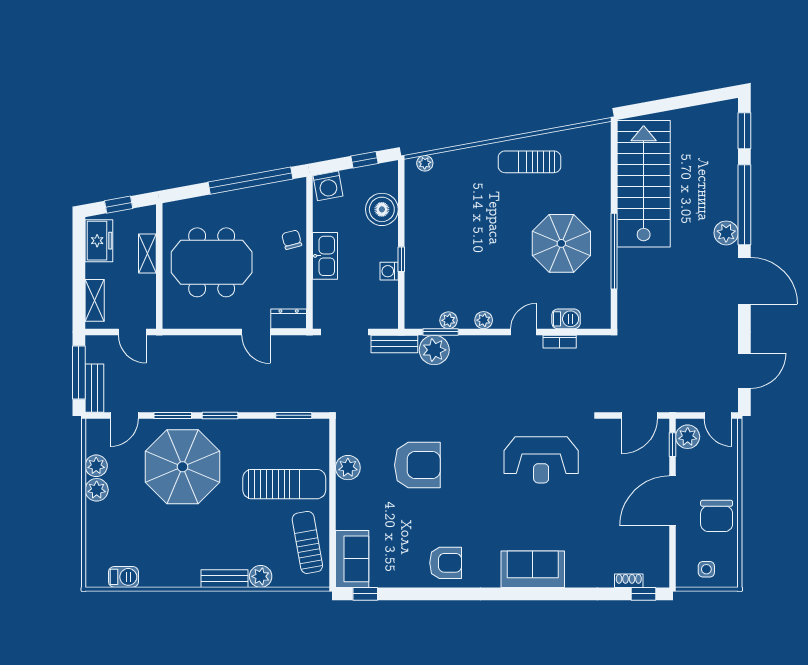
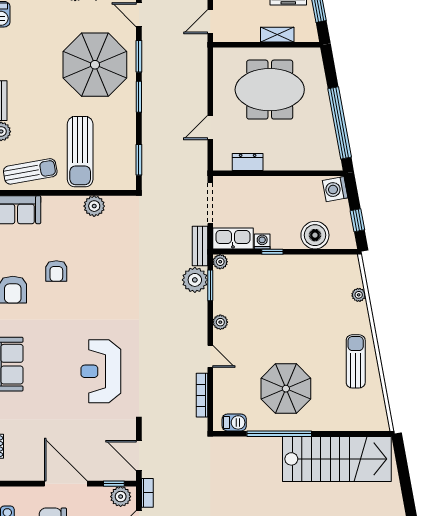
plant: (425, 163) -> (359, 295), moved
chair: (292, 240) -> (289, 158), removed
kitchen sink: (325, 256) -> (233, 238), moved, turned 180
meeting table: (212, 262) -> (270, 90), turned 90
dresser: (289, 319) -> (248, 162), moved, turned -90
barbecue: (566, 319) -> (234, 422), moved, turned -90
plant: (449, 320) -> (220, 262), moved
bookcase: (560, 342) -> (202, 395), width x1.56
bookcase: (683, 405) -> (147, 493), added
armchair: (417, 465) -> (56, 271), moved, width x0.53, depth x0.53

